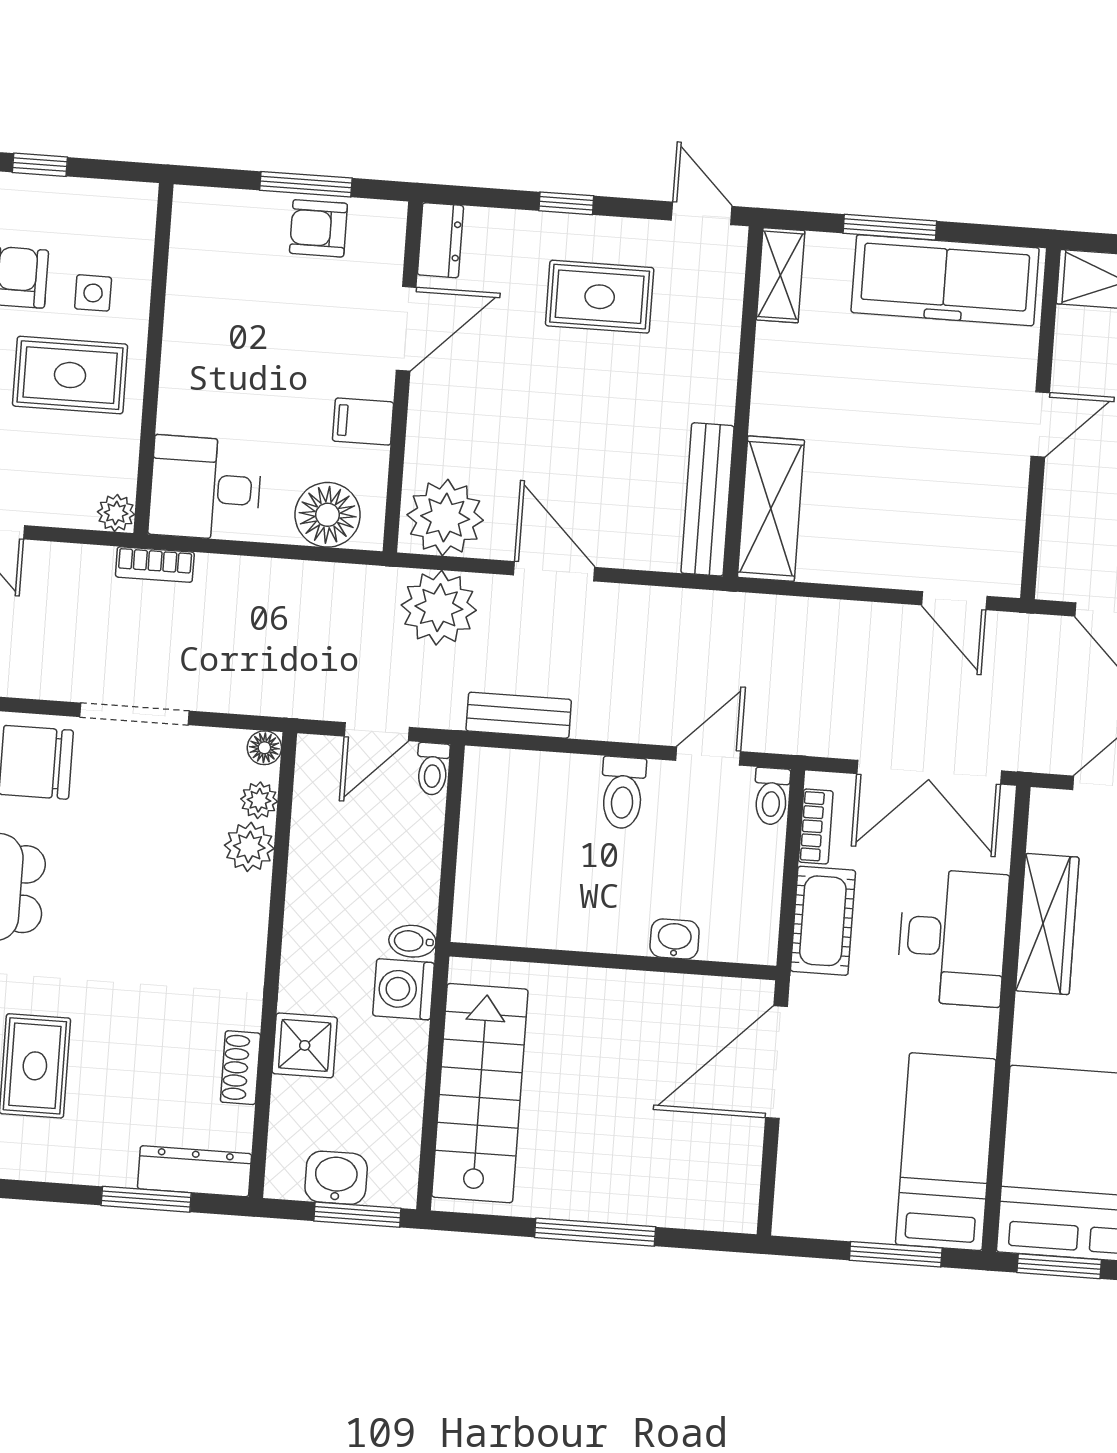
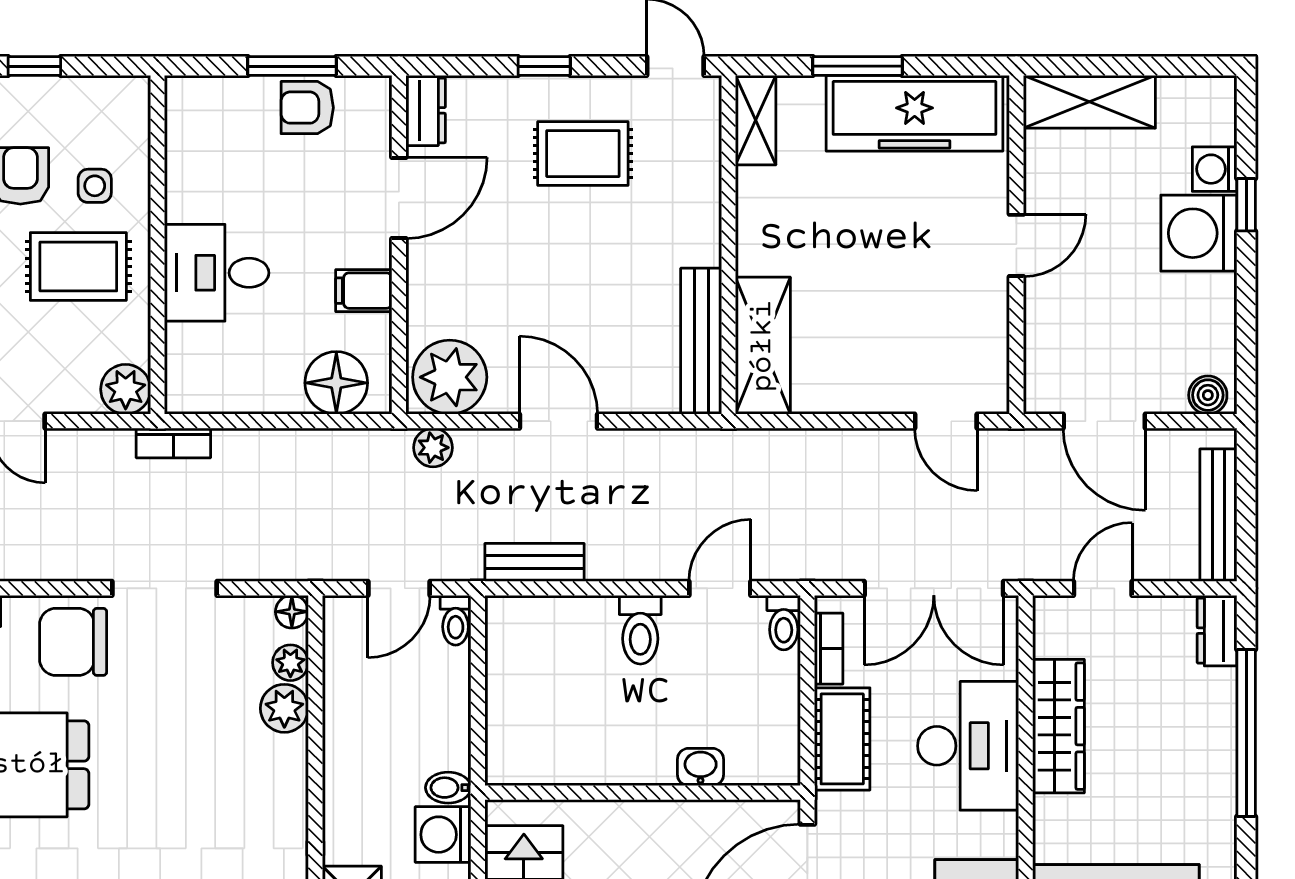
desk: (205, 488) -> (217, 273), moved
plant: (116, 513) -> (126, 389), width x1.38, depth x1.38
plant: (439, 608) -> (433, 448), width x0.53, depth x0.53

